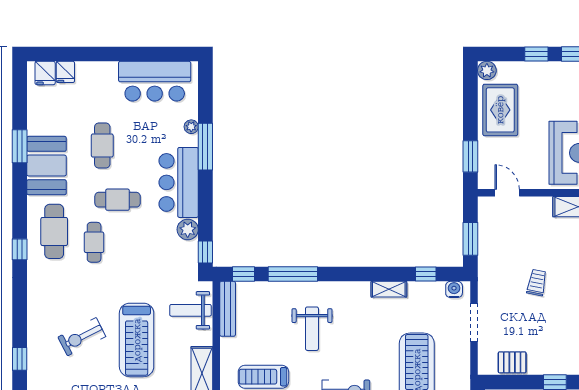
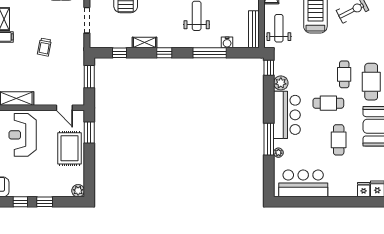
rug: (500, 110) -> (70, 148), moved
window: (244, 274) -> (164, 53), moved
water cooler: (454, 289) -> (227, 42), moved
weight bench: (191, 310) -> (279, 28), turned -90

